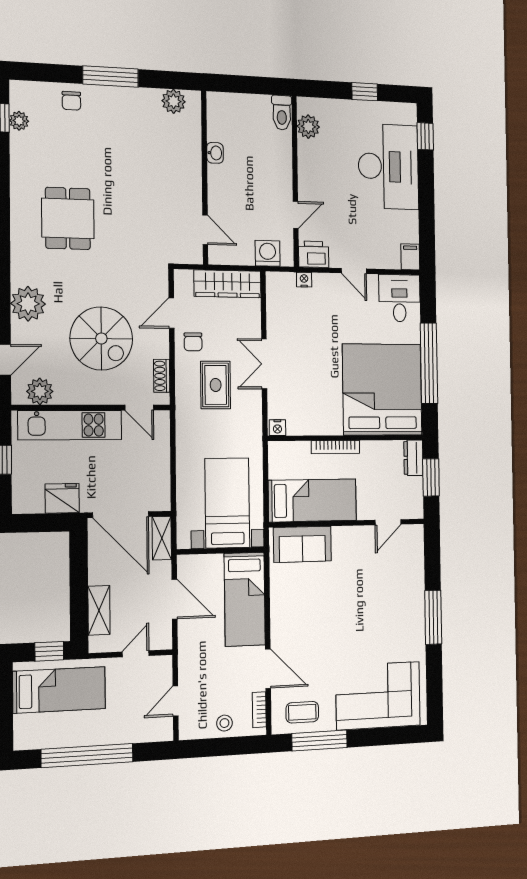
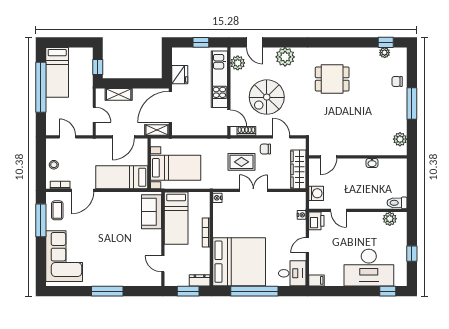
door: (139, 408) -> (229, 118), swing flipped
bed: (59, 690) -> (57, 72), moved

